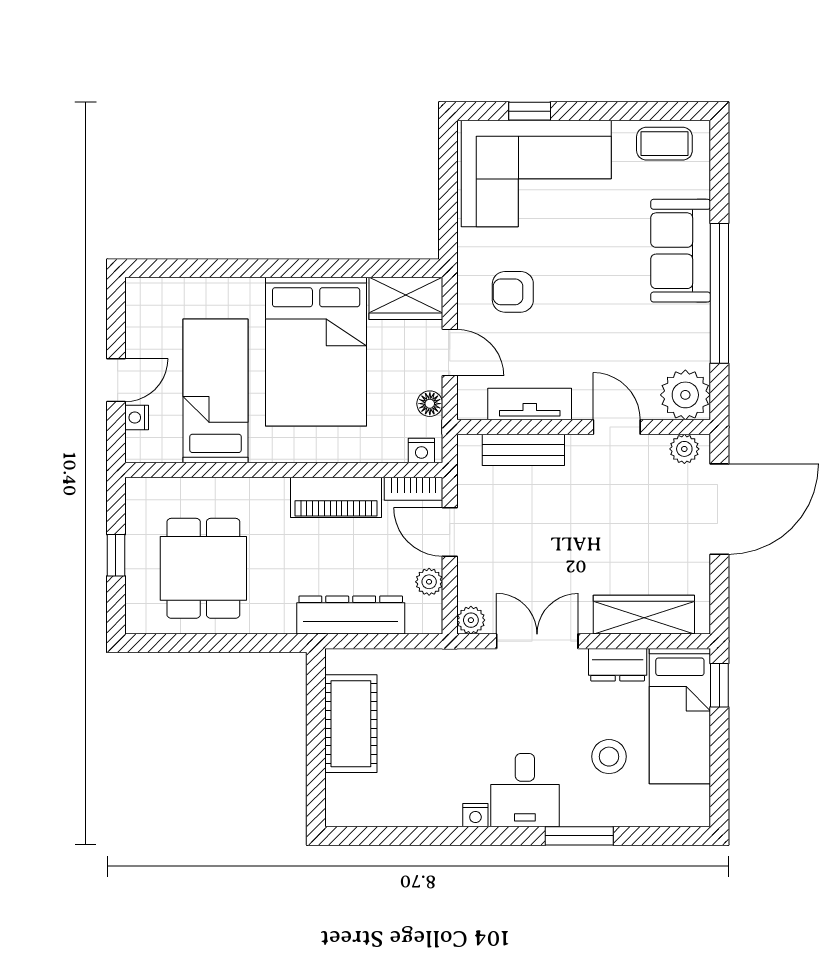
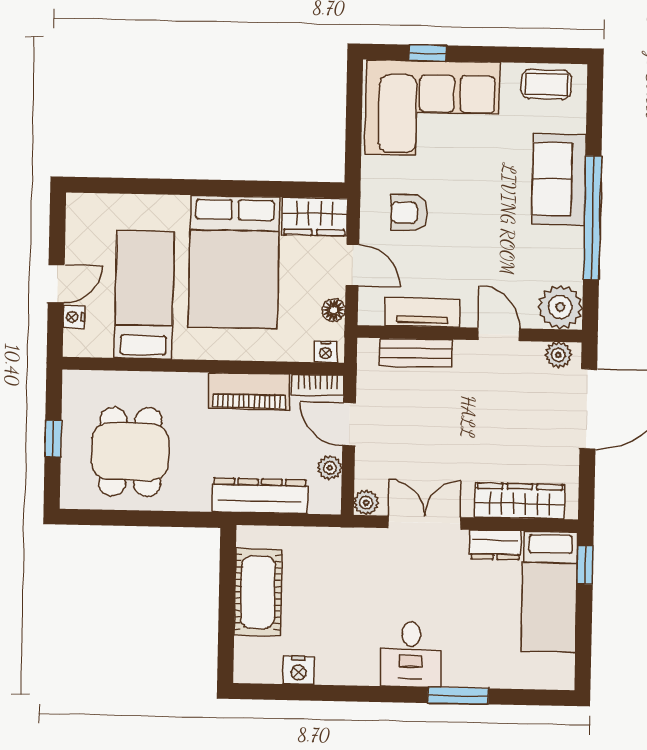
stool: (609, 757) -> (486, 626), removed
nightstand: (475, 815) -> (299, 670), moved, width x1.39, depth x1.35

